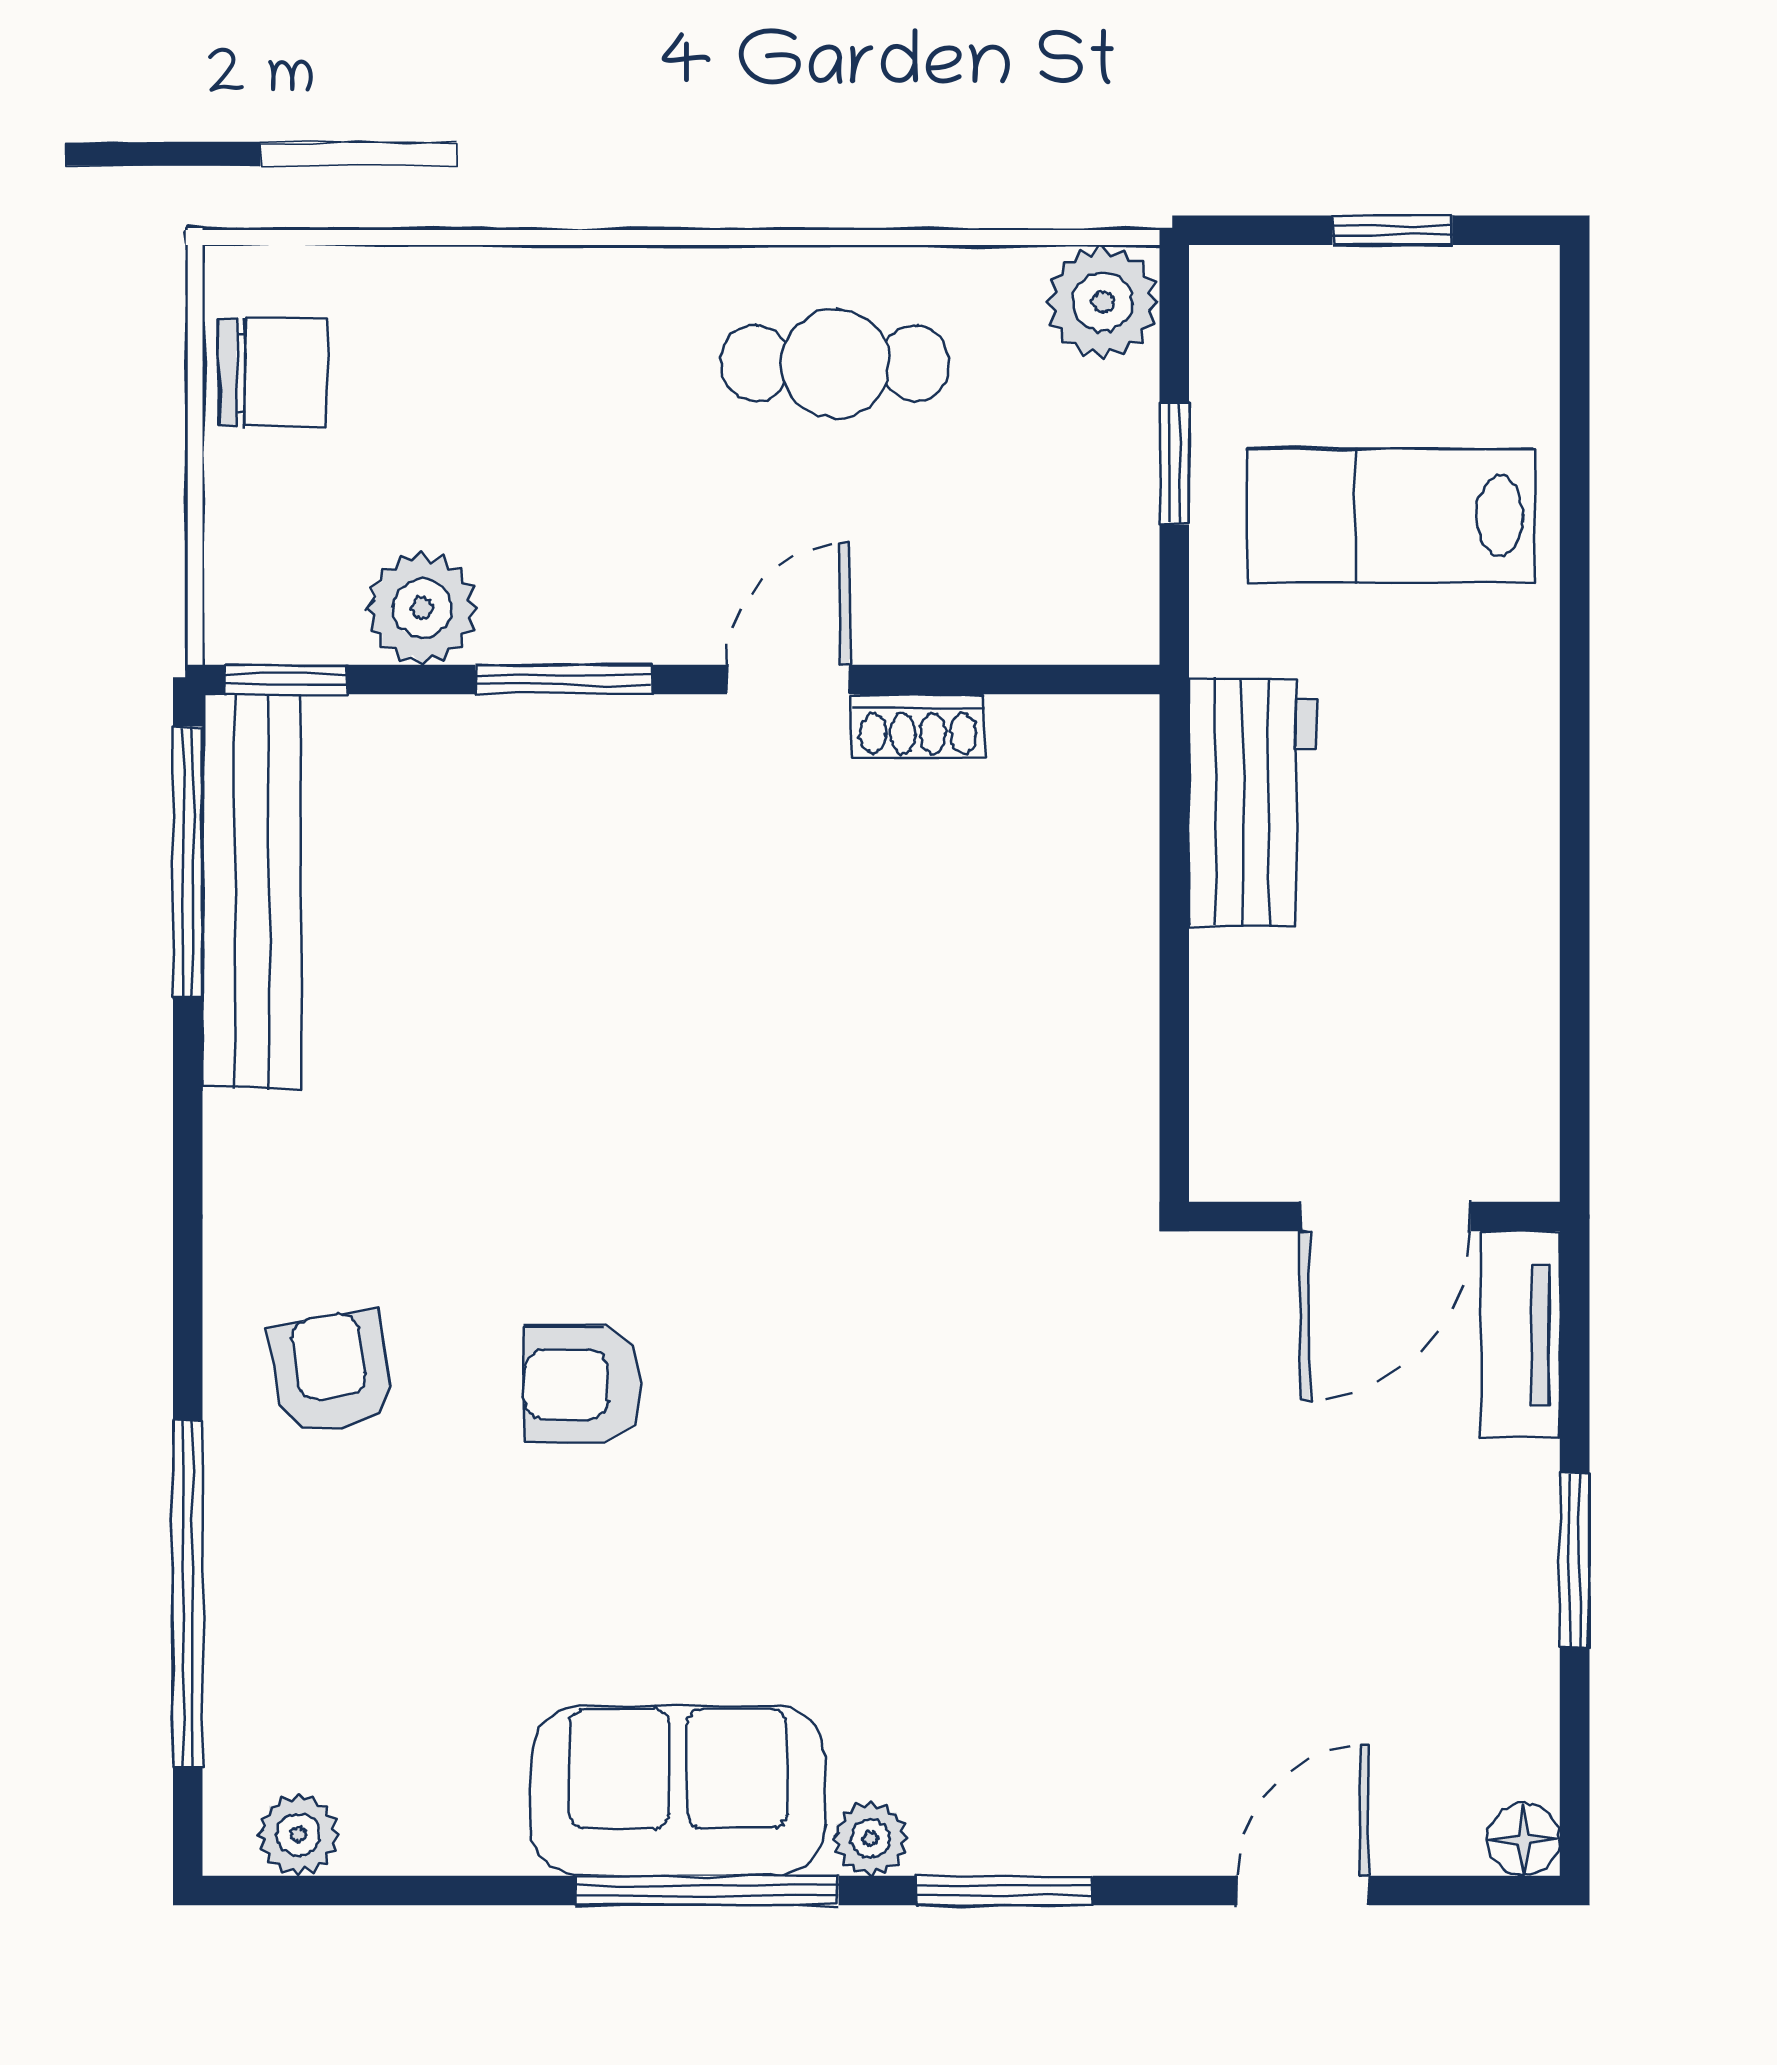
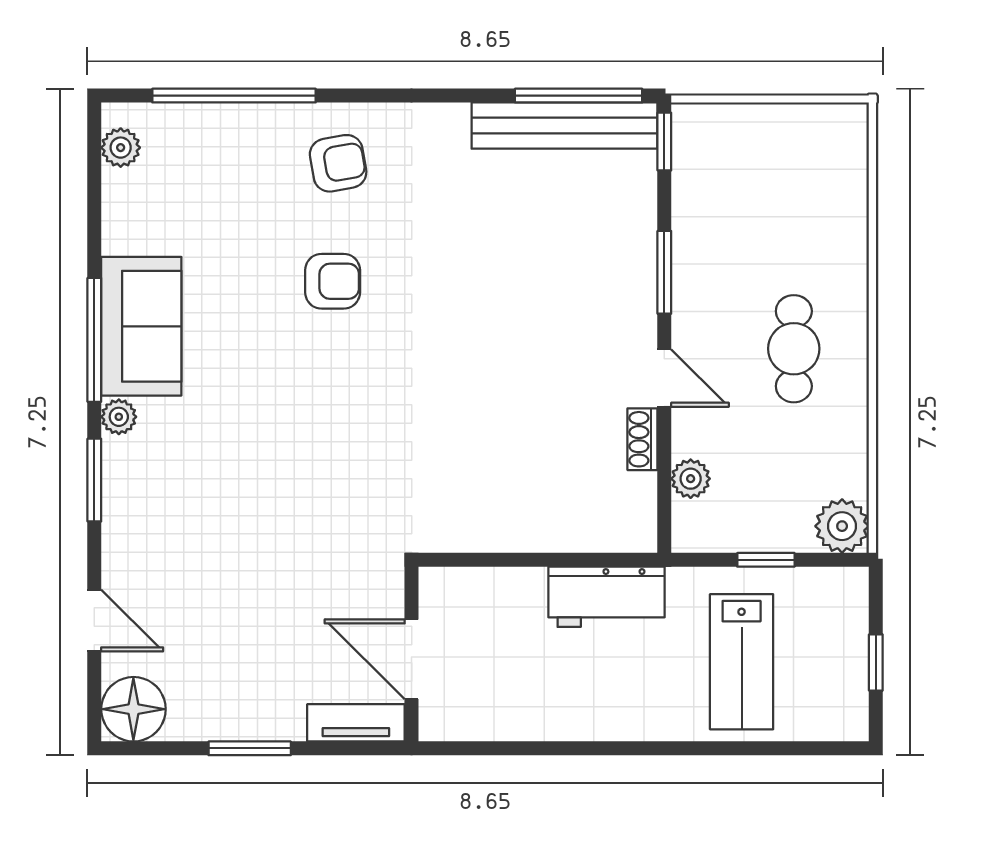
cafe table: (835, 363) -> (794, 349), moved
chair: (273, 373) -> (809, 136), removed
lab bench: (1391, 515) -> (742, 662), turned 180
plant: (422, 608) -> (691, 479), moved, width x0.73, depth x0.73
armchair: (582, 1384) -> (333, 281), turned 90
floor lamp: (1524, 1840) -> (133, 709), width x1.89, depth x1.89

